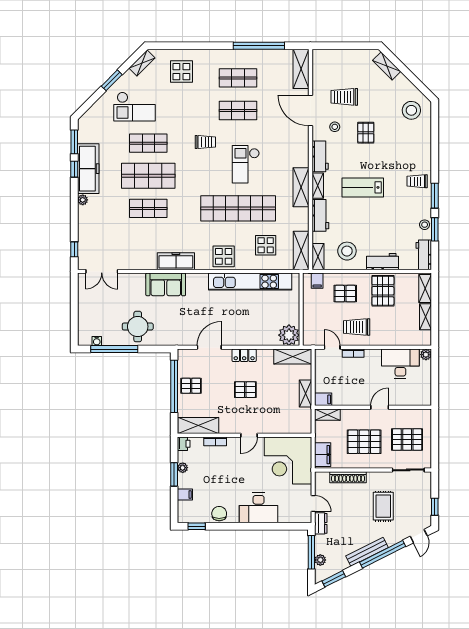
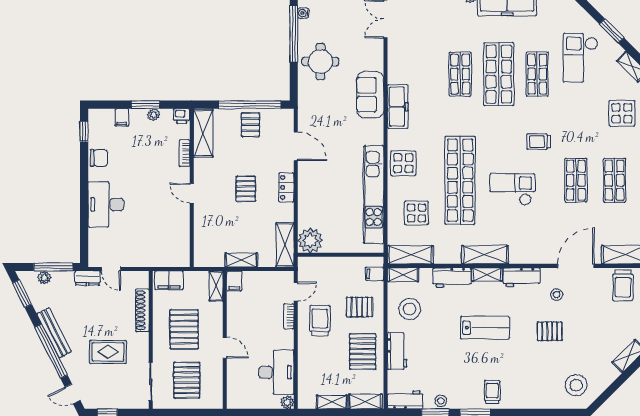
trolley: (344, 97) -> (623, 285), moved, turned 180
trolley: (205, 142) -> (539, 142), turned 90
lab bench: (363, 187) -> (485, 328), turned 90
pallet: (383, 291) -> (363, 352), turned 90
pallet: (345, 294) -> (359, 307), turned 90
corner desk: (288, 460) -> (162, 239), removed
door: (313, 504) -> (111, 269), hinge flipped

